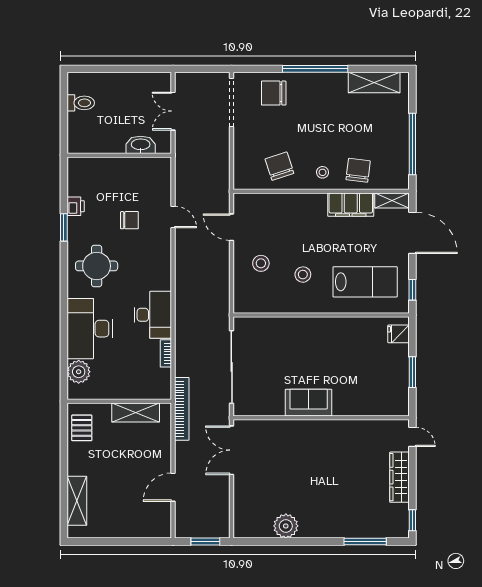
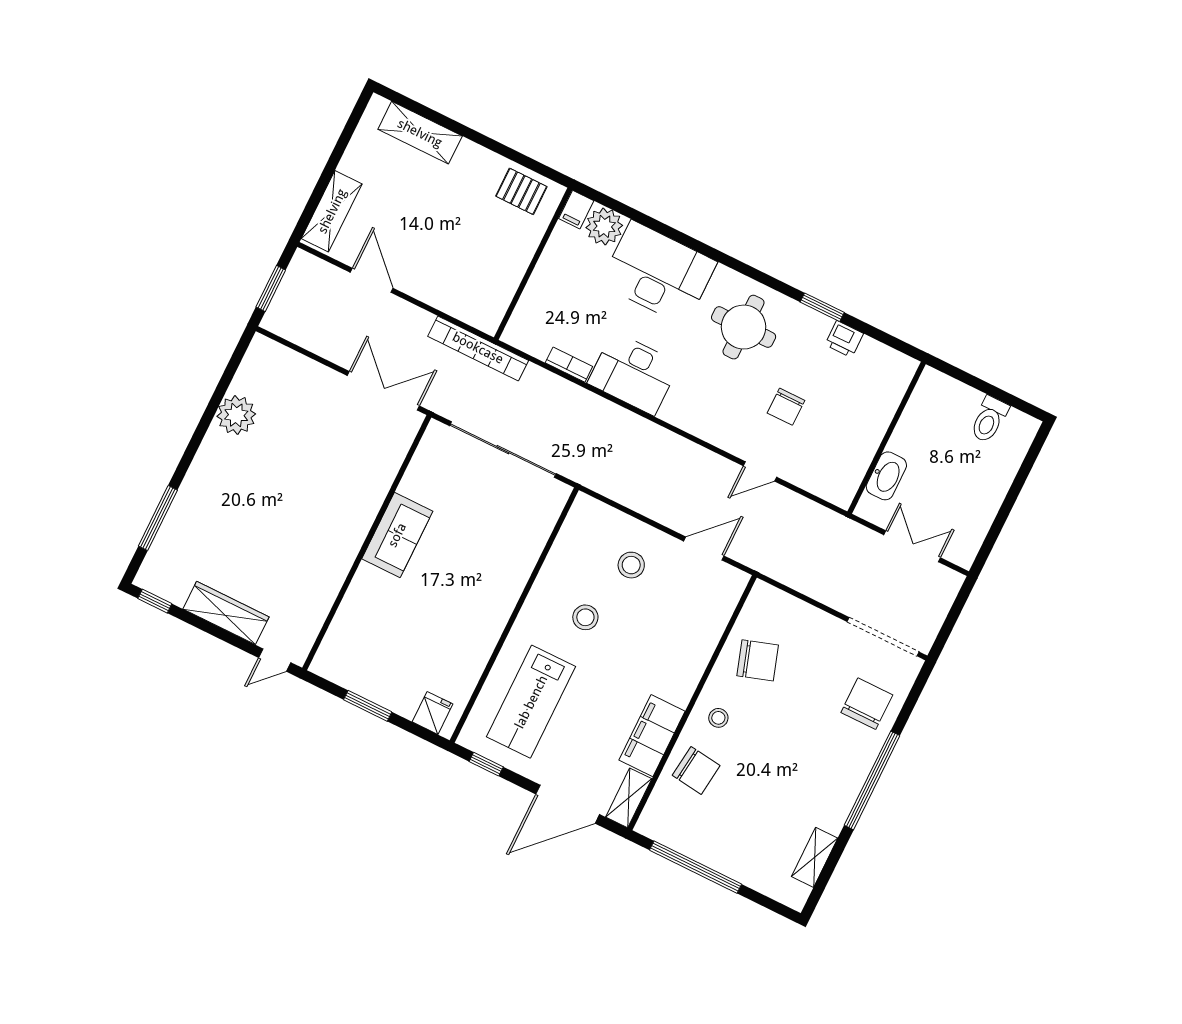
shelving: (374, 83) -> (815, 857), width x0.67, depth x0.75
filing cabinet: (77, 392) -> (576, 210), added
shelving: (136, 412) -> (332, 211), moved

